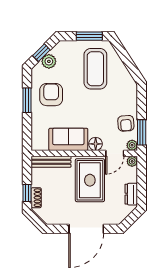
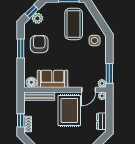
side table: (122, 90) -> (95, 41), added
armchair: (126, 123) -> (97, 66), removed
floor lamp: (96, 144) -> (31, 82), moved

